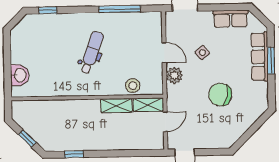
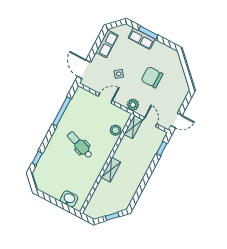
row of seats: (260, 57) -> (142, 39), width x0.68
plant: (174, 75) -> (133, 105), moved
chair: (220, 95) -> (152, 77), turned 78
shelving: (116, 106) -> (111, 170), moved
window: (74, 154) -> (162, 149), moved

